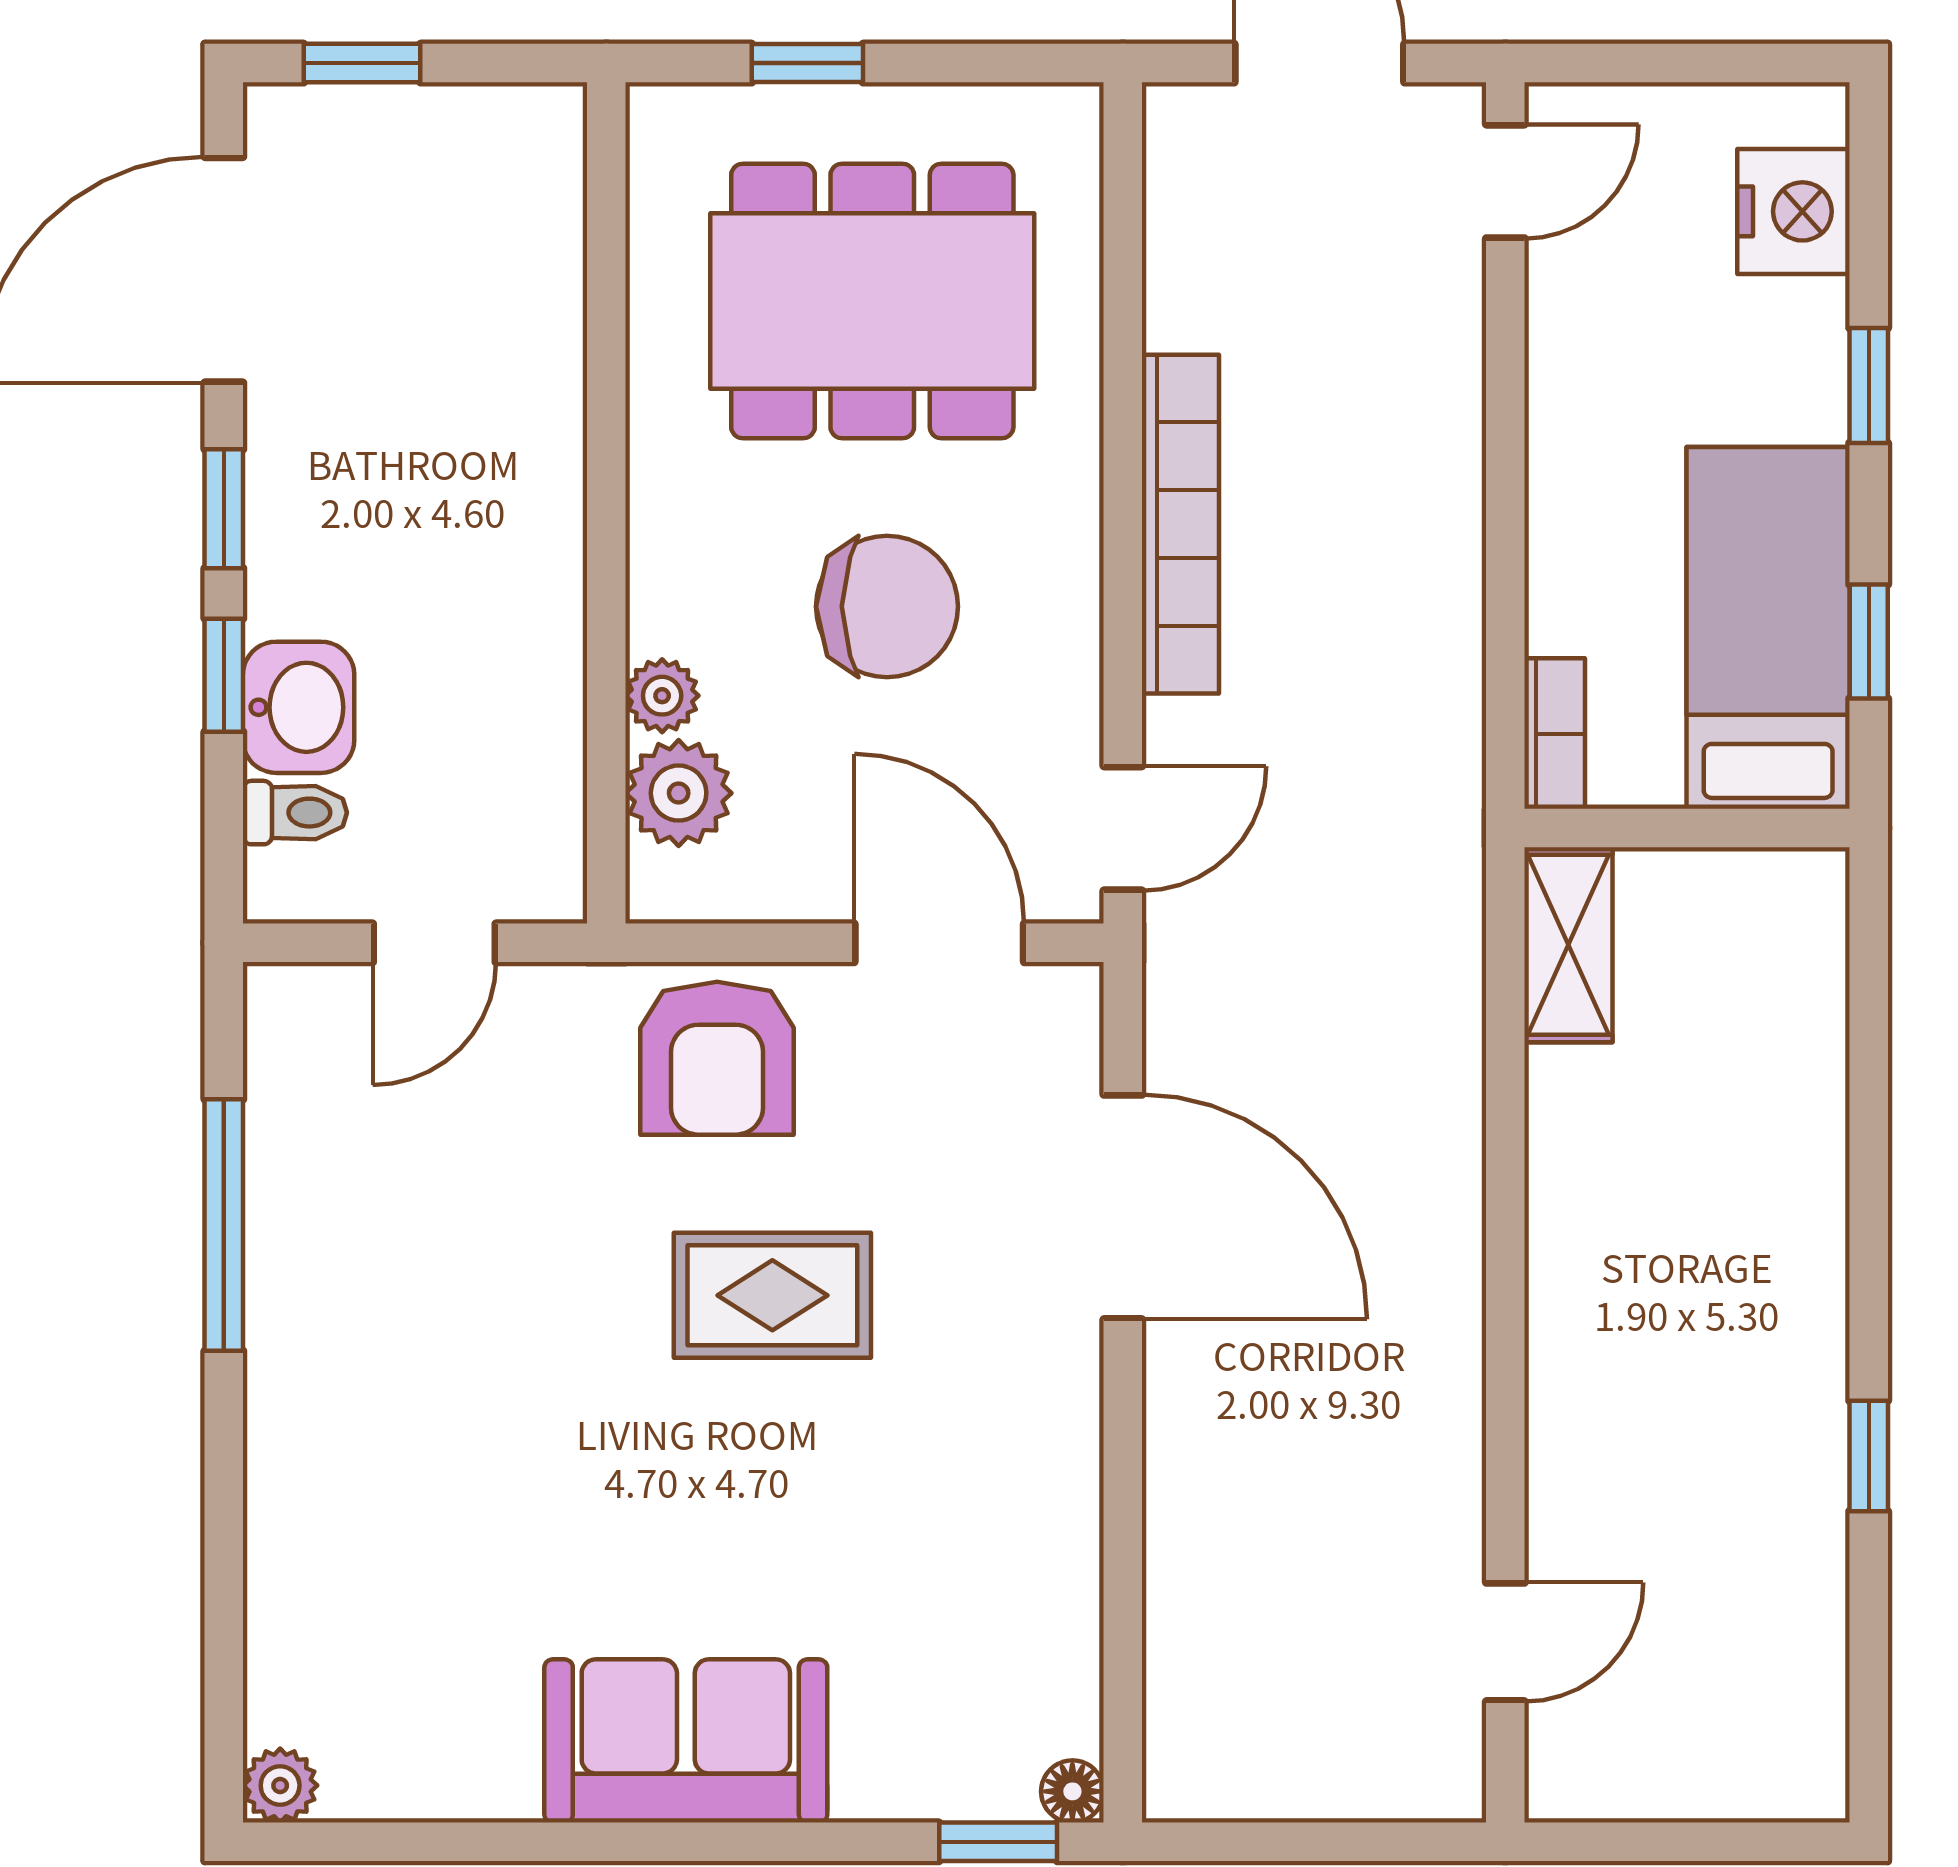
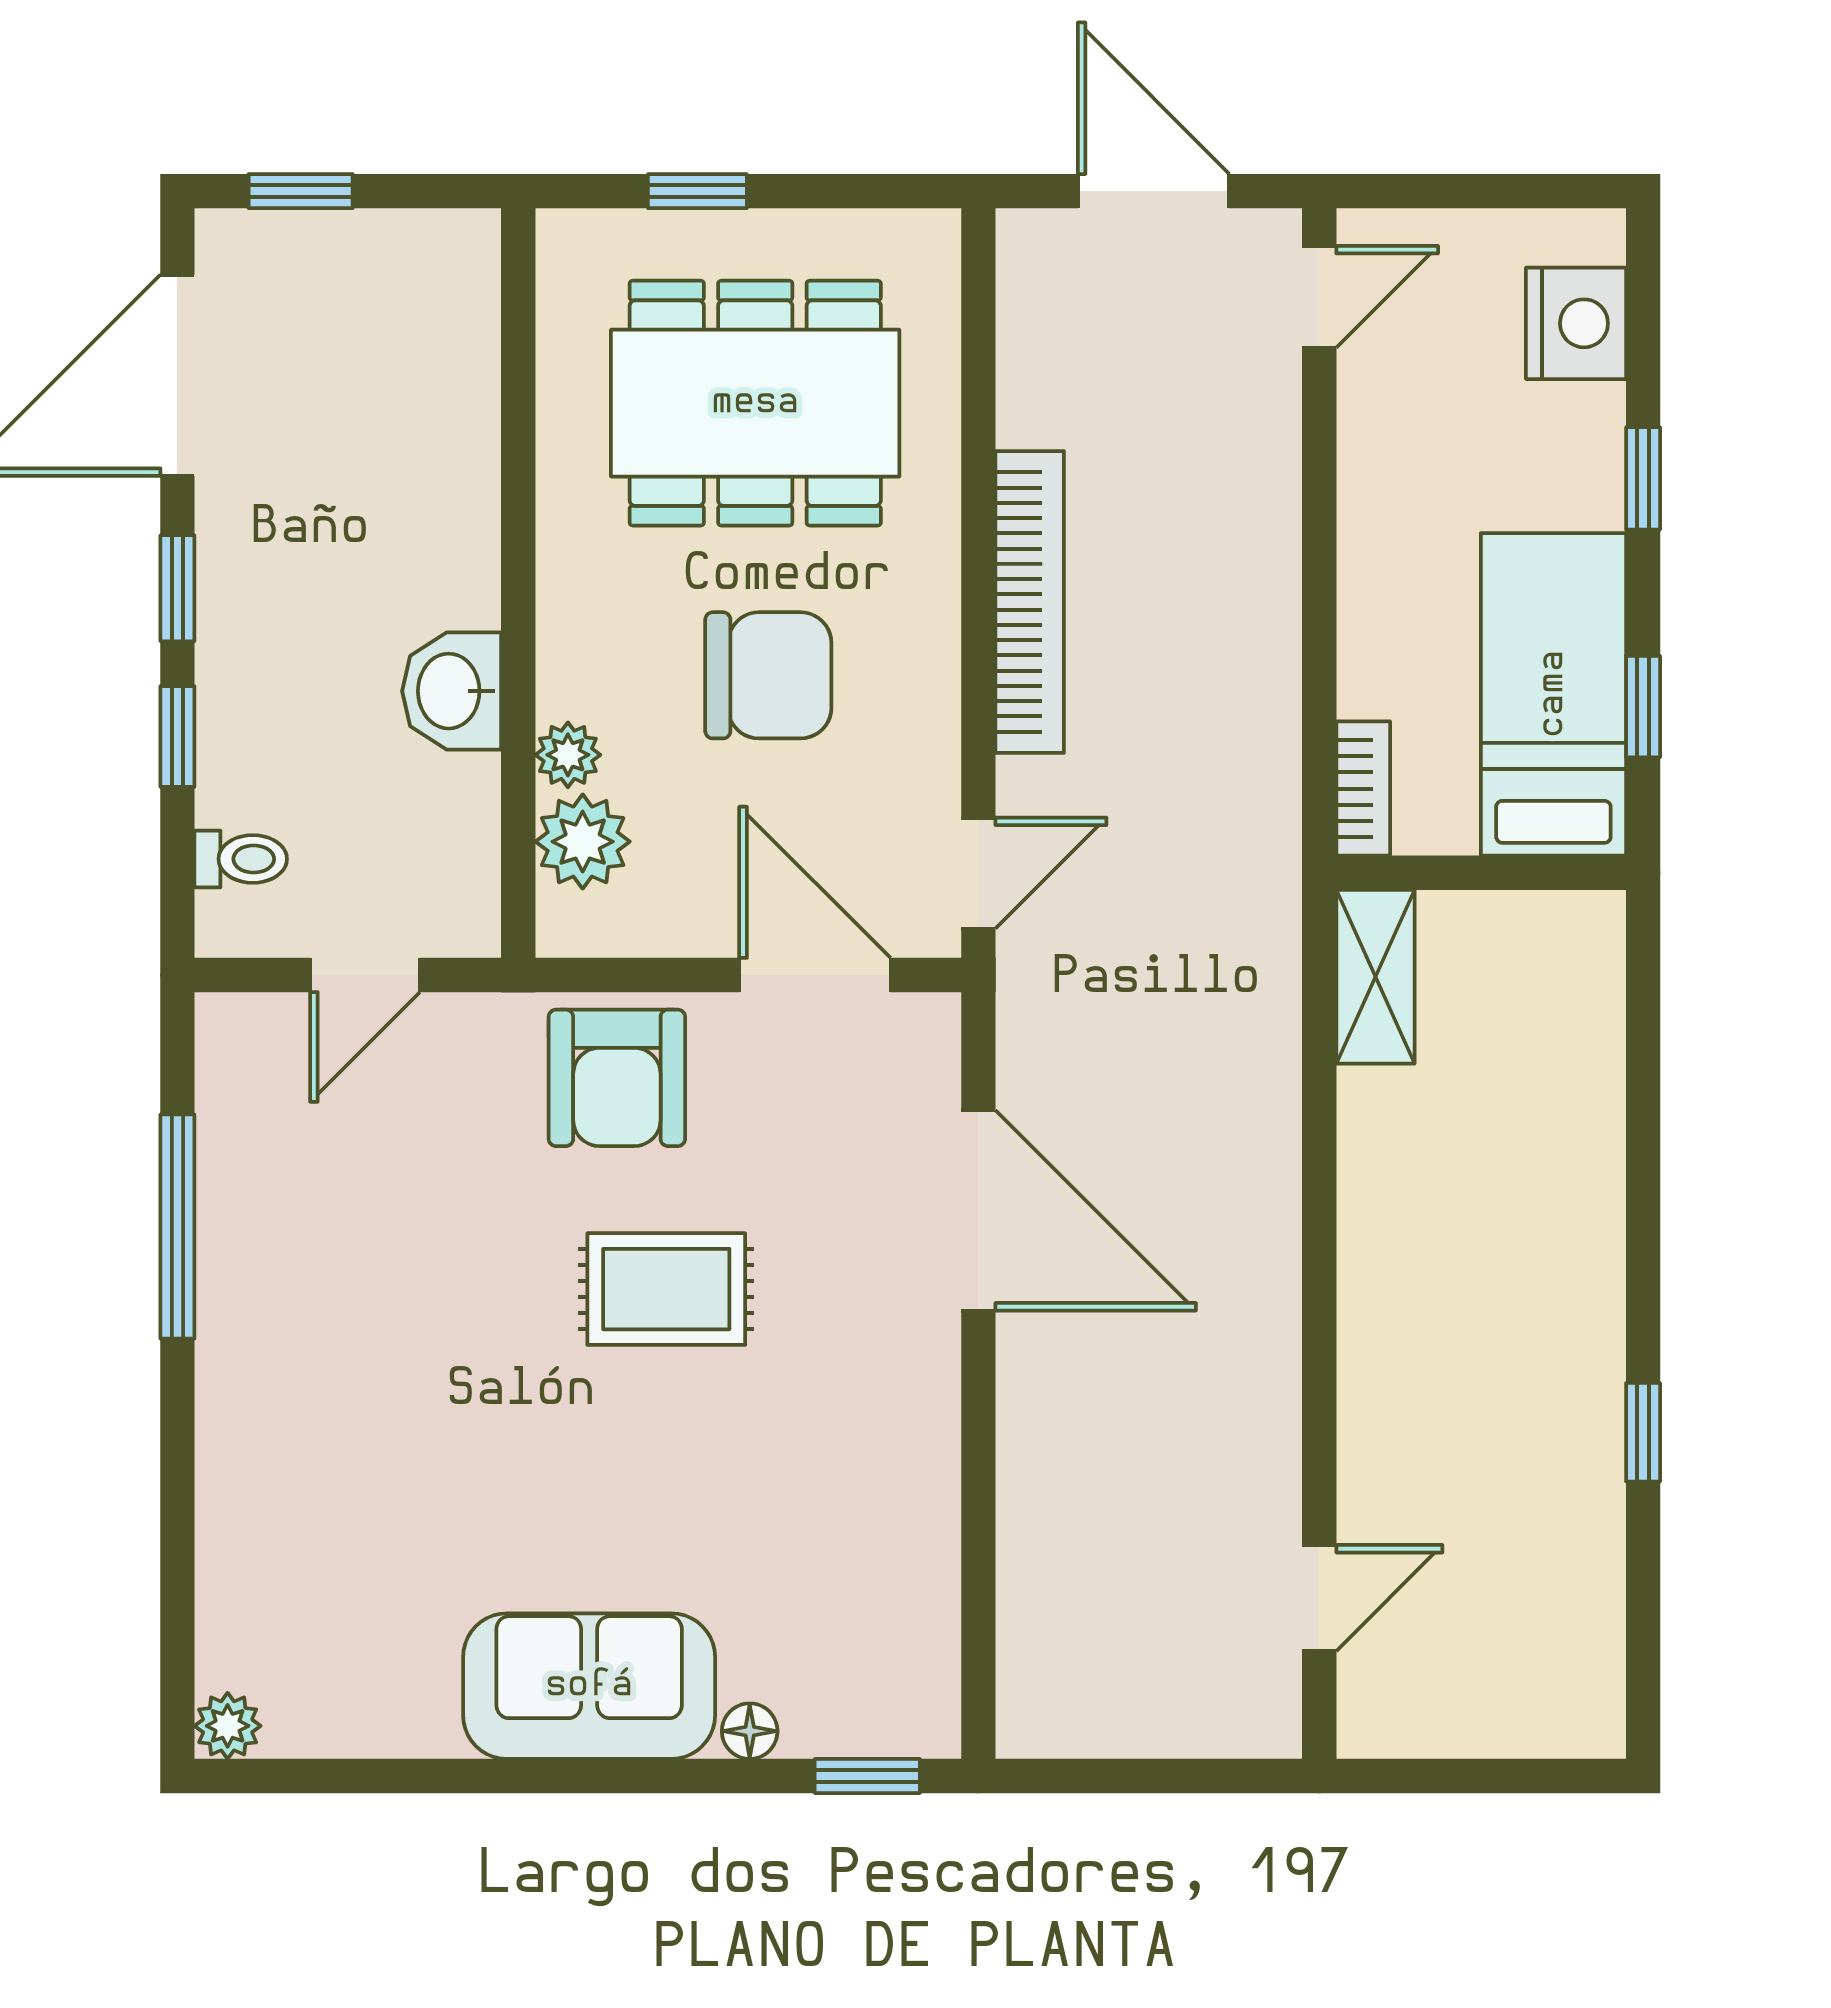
washbasin: (299, 707) -> (452, 691), moved, turned 180
floor lamp: (1072, 1791) -> (750, 1731), moved

